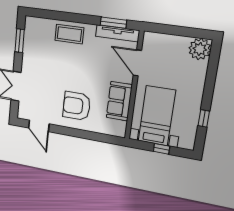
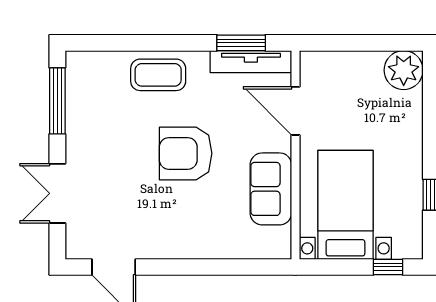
window: (20, 41) -> (57, 101), width x1.44
armchair: (77, 106) -> (186, 153), moved
window: (162, 149) -> (388, 267), moved

